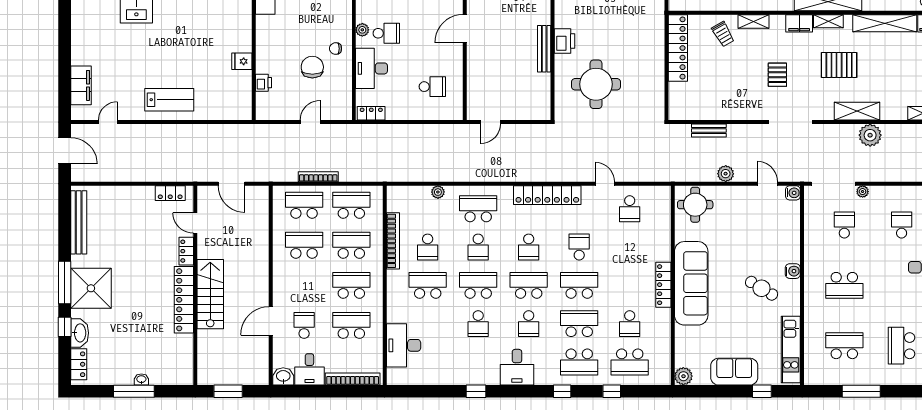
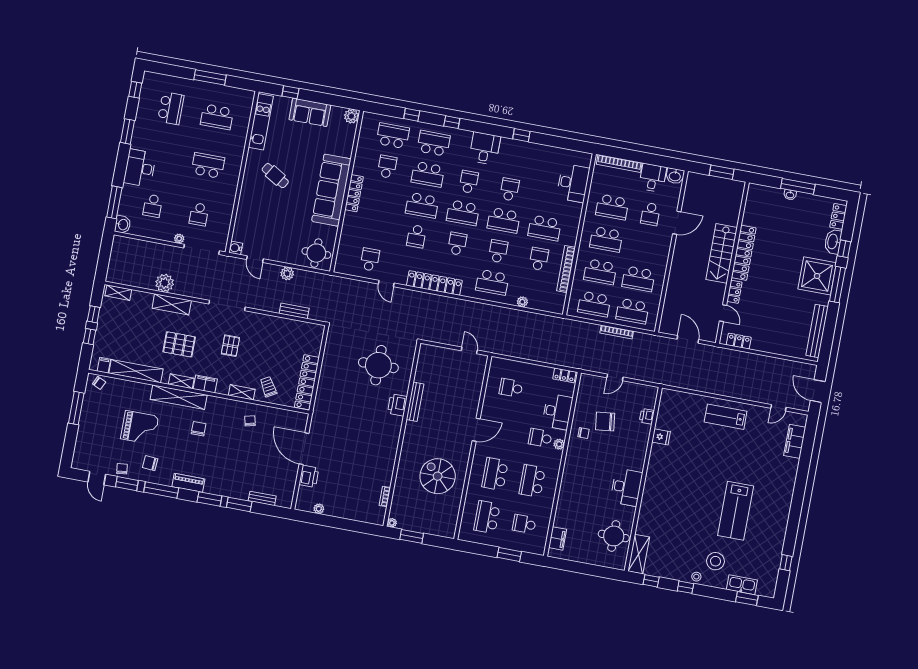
chair: (312, 67) -> (605, 422), turned 83
door: (491, 122) -> (469, 350), hinge flipped
water cooler: (793, 271) -> (247, 185), removed

